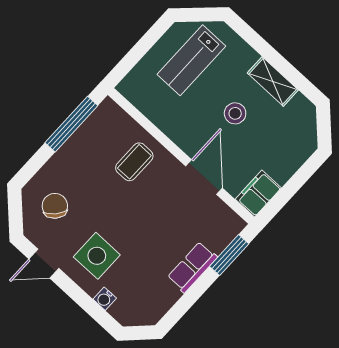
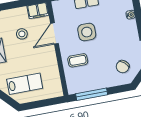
stool: (235, 113) -> (22, 34), moved
side table: (97, 256) -> (87, 32), moved

